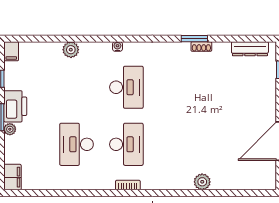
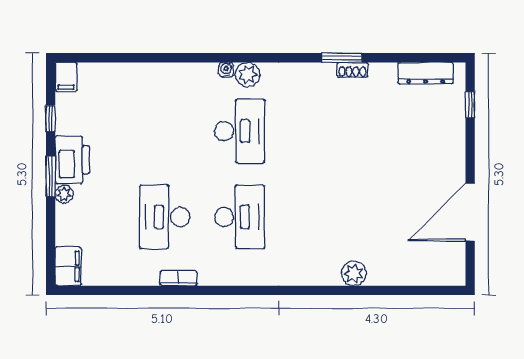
plant: (71, 50) -> (248, 75), moved
bookcase: (128, 185) -> (178, 278), moved

